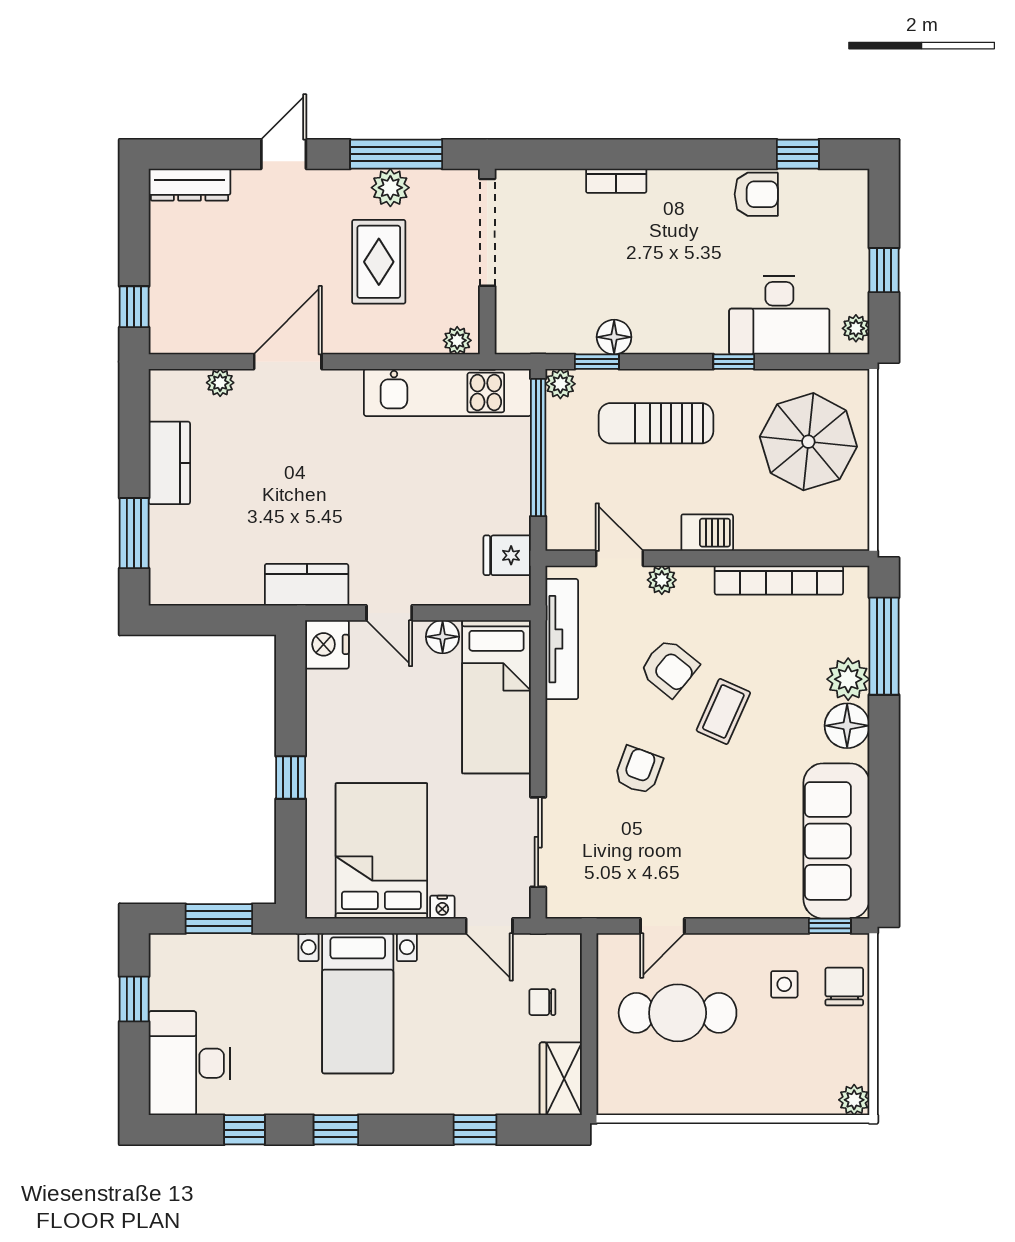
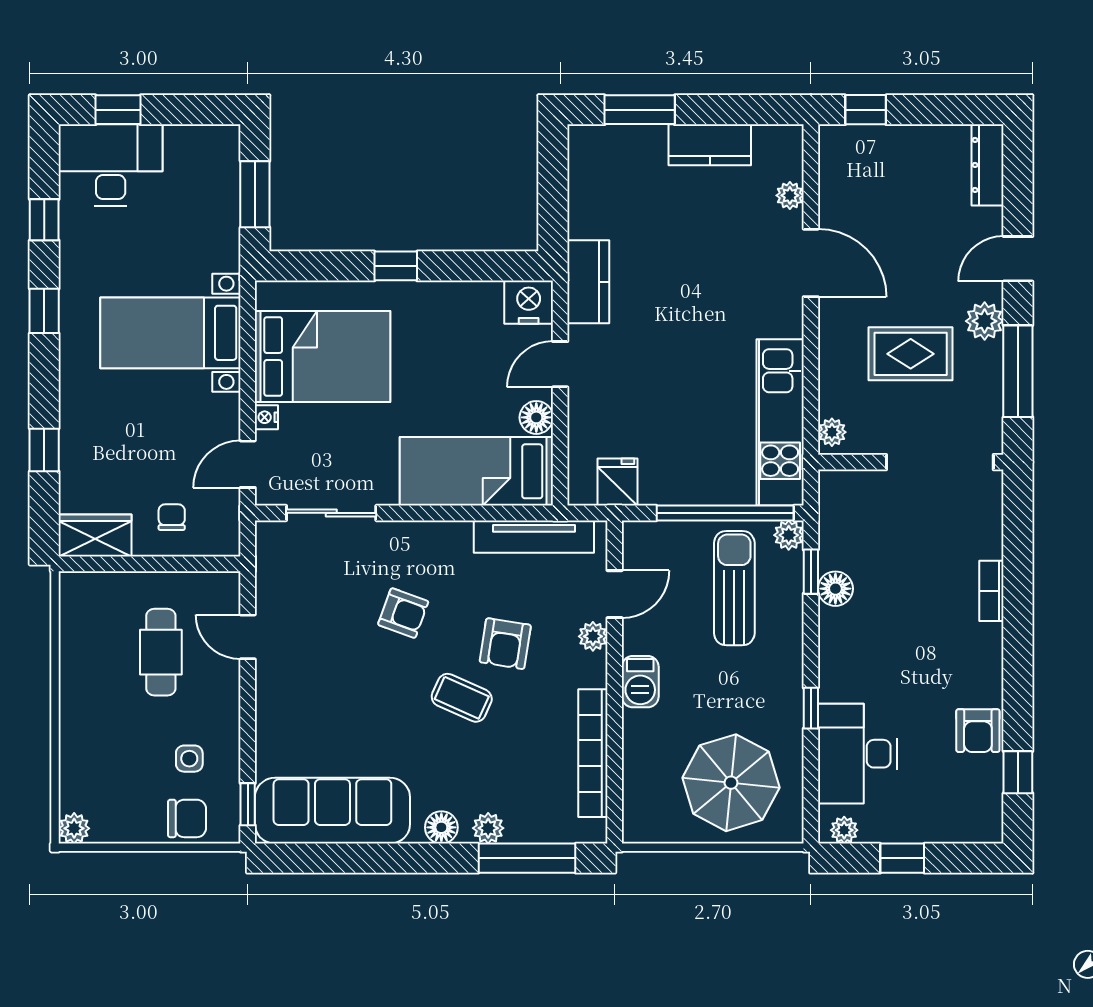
door: (284, 154) -> (1018, 259), swing flipped
plant: (390, 188) -> (985, 321), moved
sun lounger: (656, 423) -> (734, 588), moved
armchair: (669, 668) -> (505, 644), turned -30
plant: (848, 679) -> (488, 828), width x0.73, depth x0.73
floor lamp: (847, 726) -> (441, 827), width x0.73, depth x0.73
window: (134, 999) -> (118, 110), moved
cafe table: (678, 1013) -> (161, 652), width x0.73, depth x0.74

